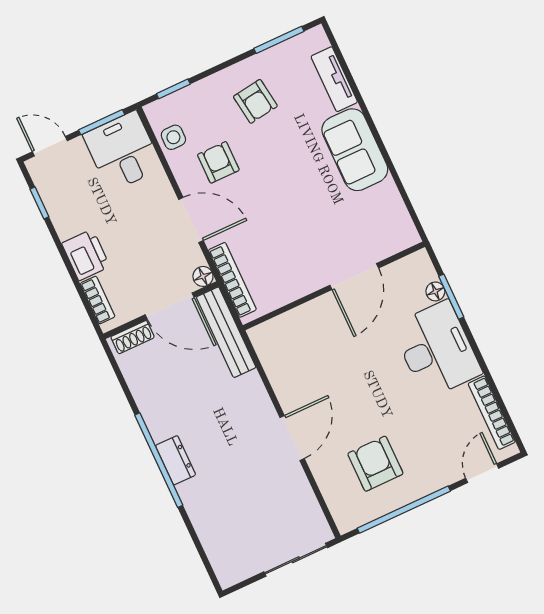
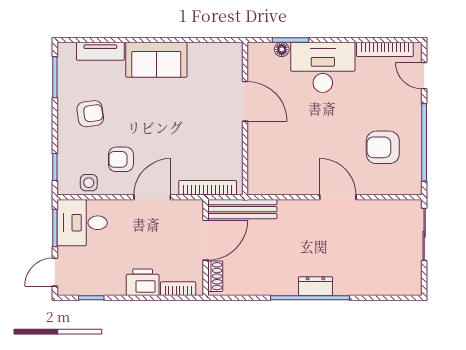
floor lamp: (203, 276) -> (196, 207), removed

